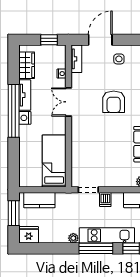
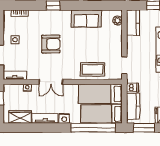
window: (14, 111) -> (93, 128), moved
coffee table: (83, 152) -> (92, 69), added
bed: (30, 163) -> (102, 114), added
dishwasher: (105, 200) -> (133, 88), moved

